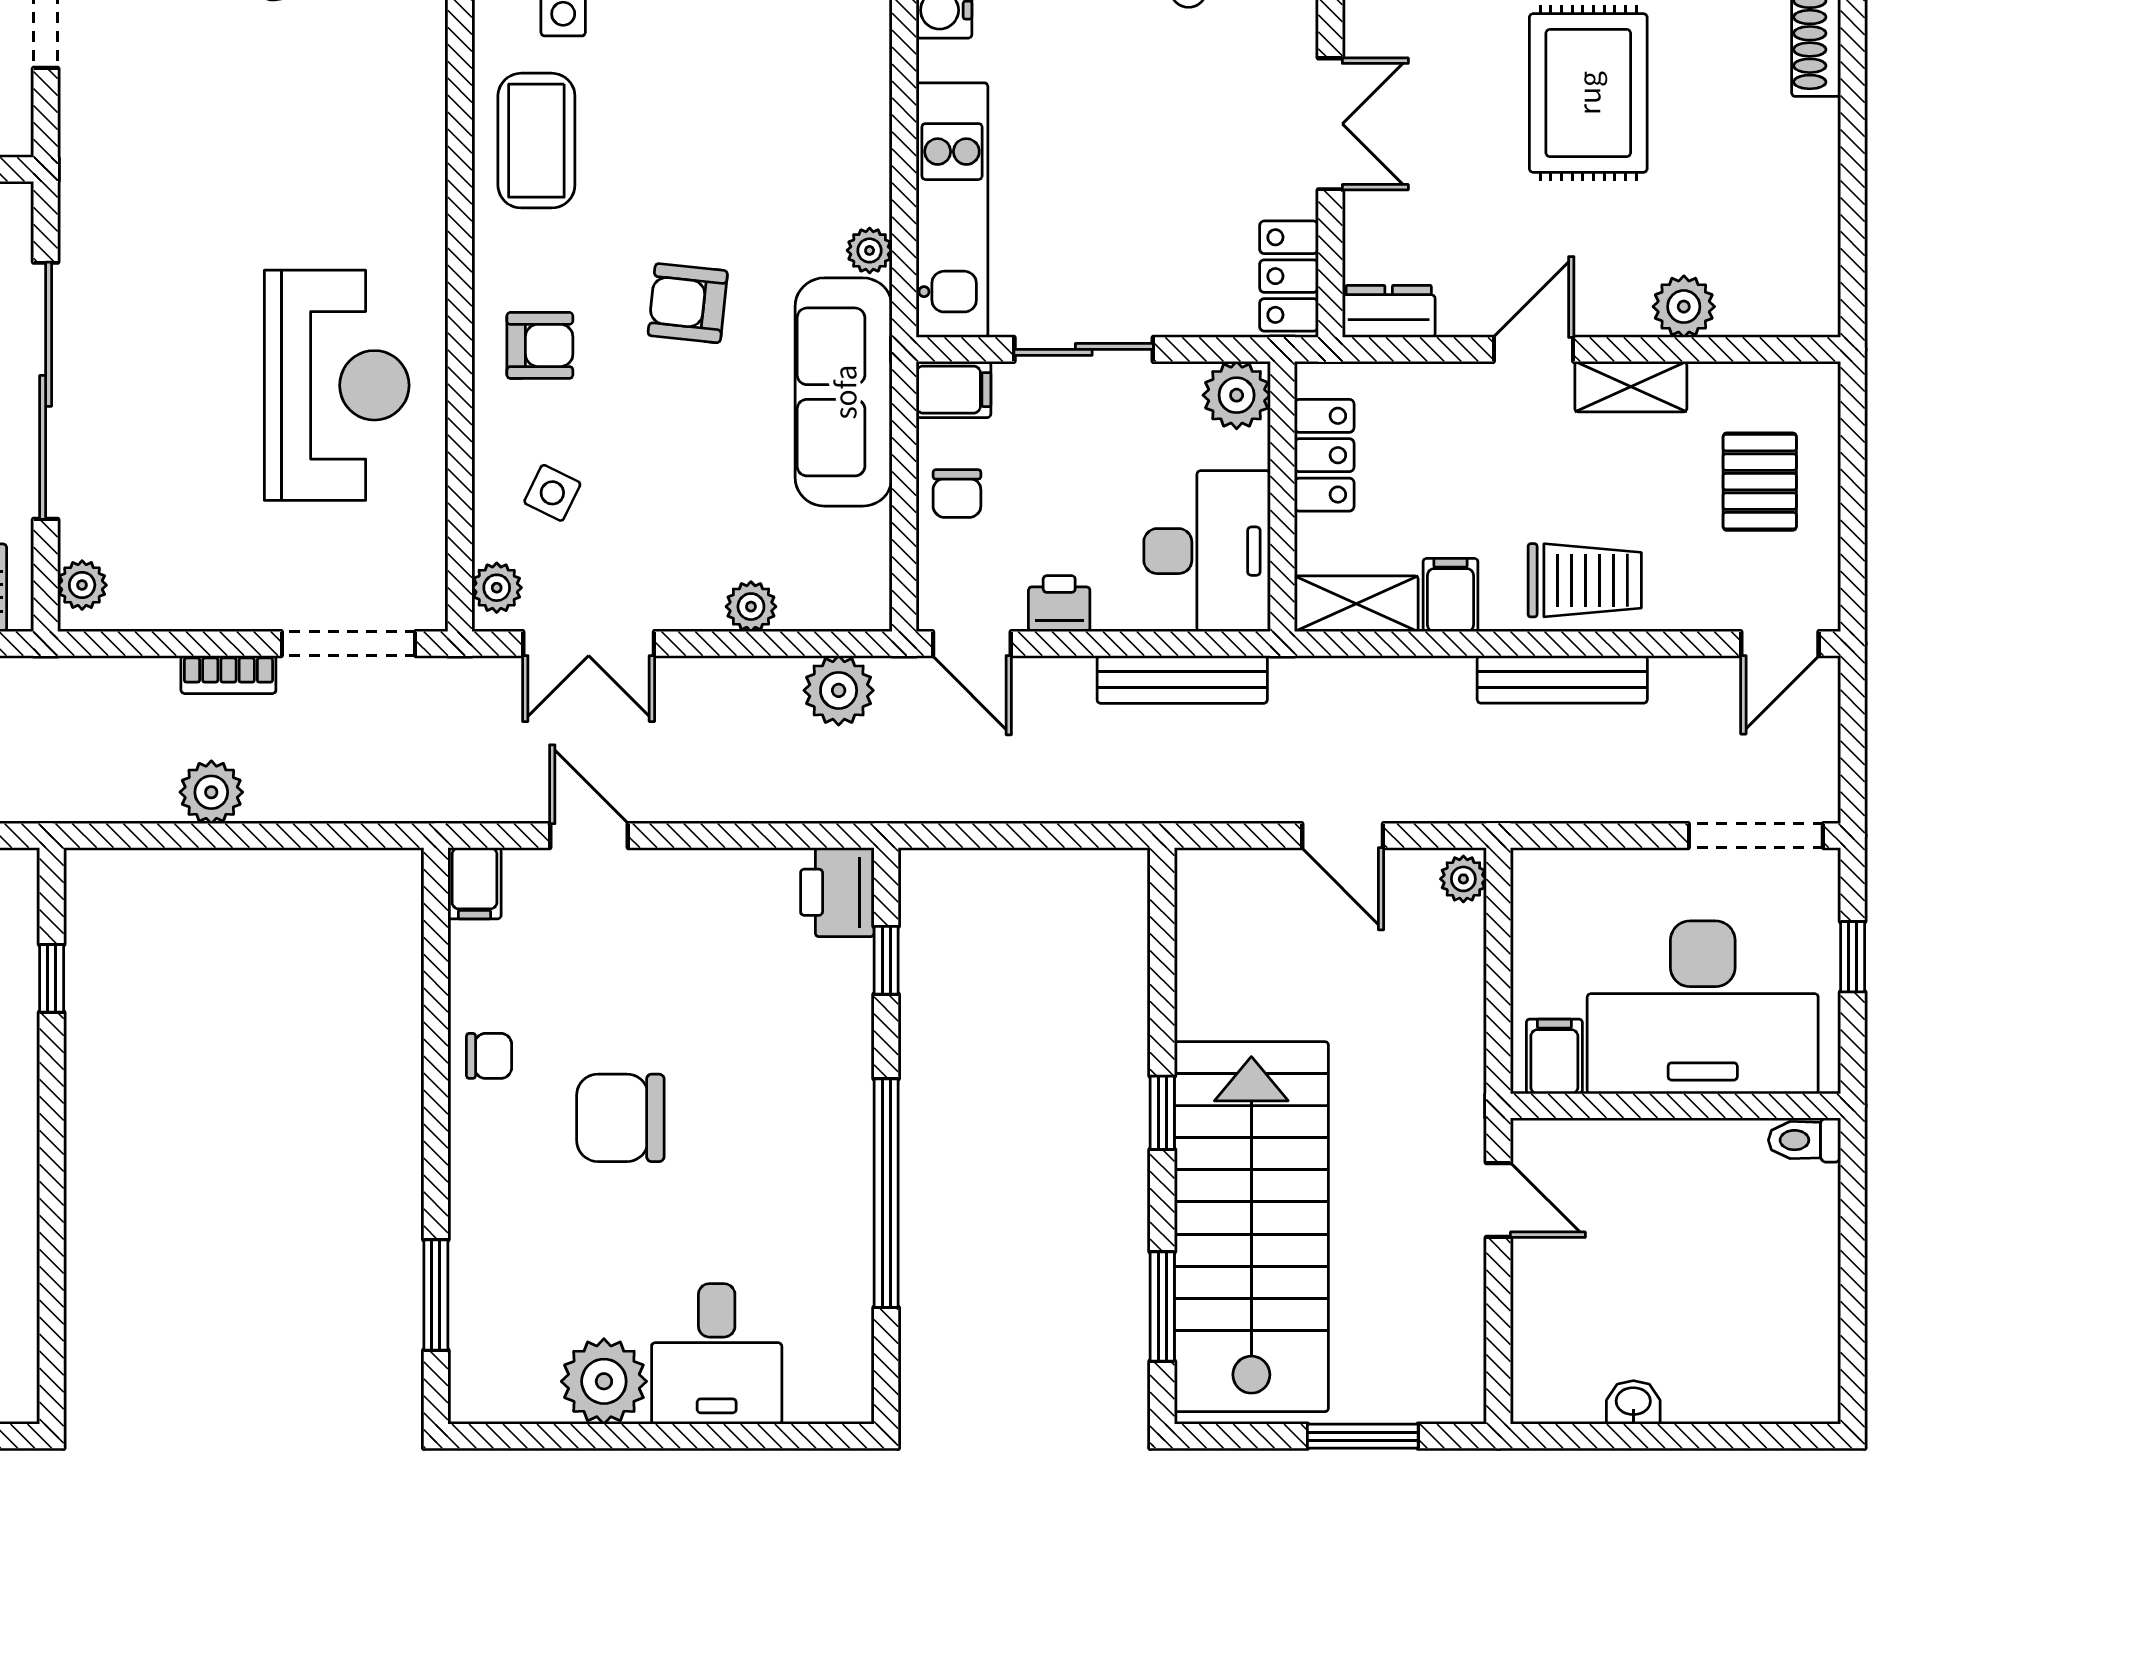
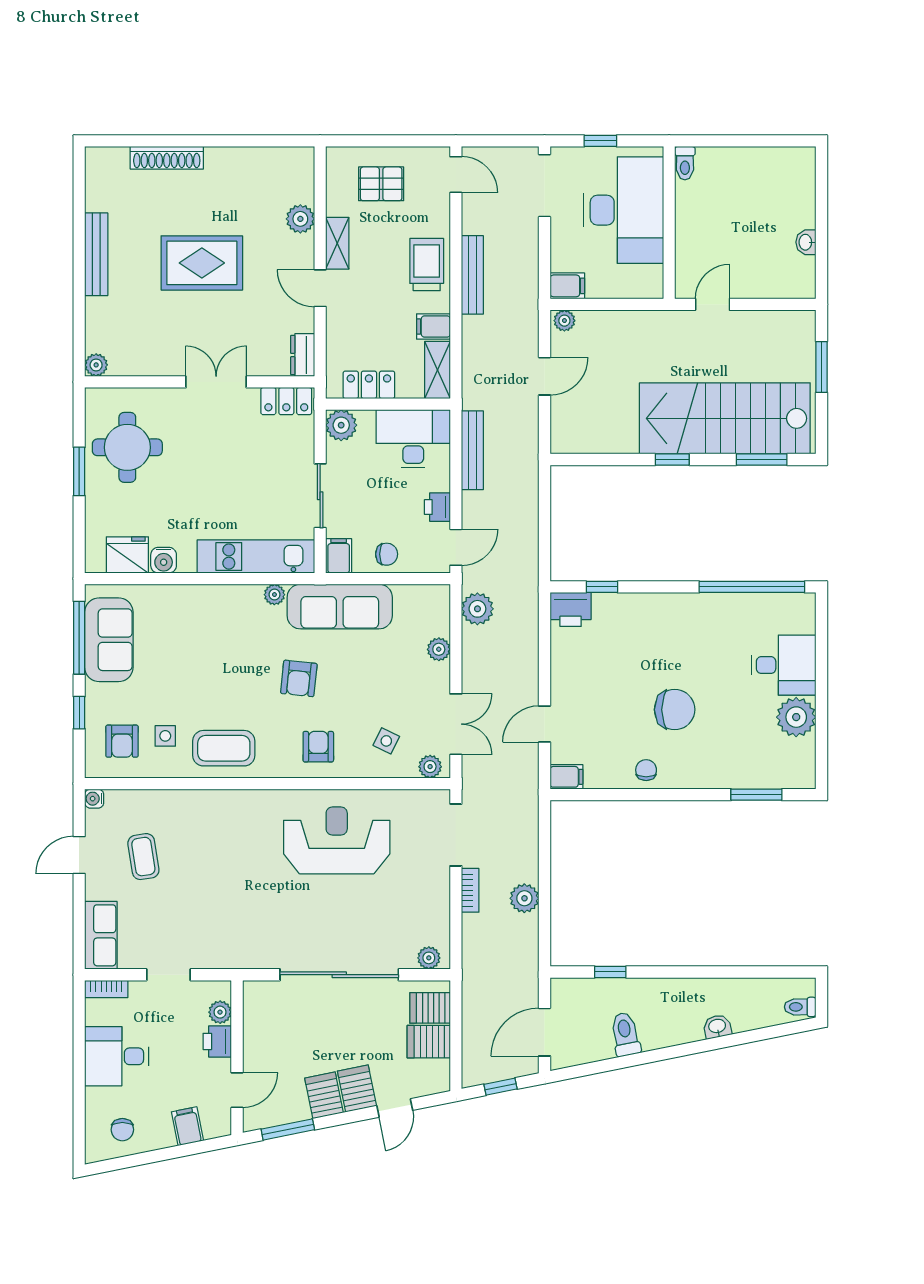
filing cabinet: (1554, 1056) -> (567, 286), moved, turned 180
chair: (620, 1118) -> (675, 710), turned -90
window: (886, 1193) -> (752, 587), moved

